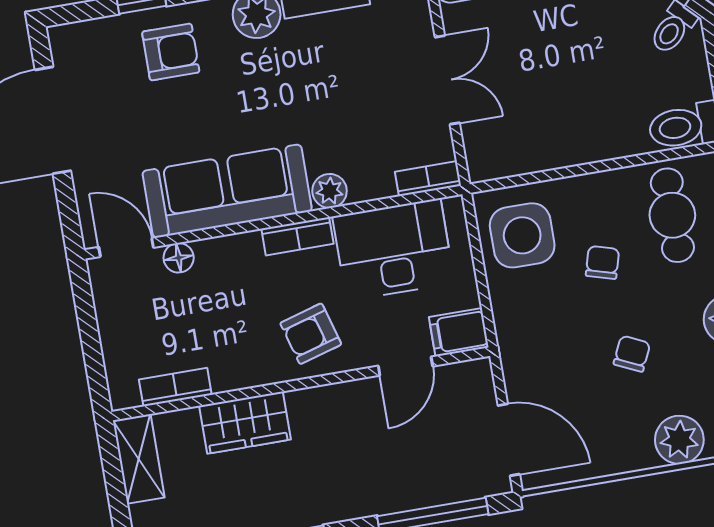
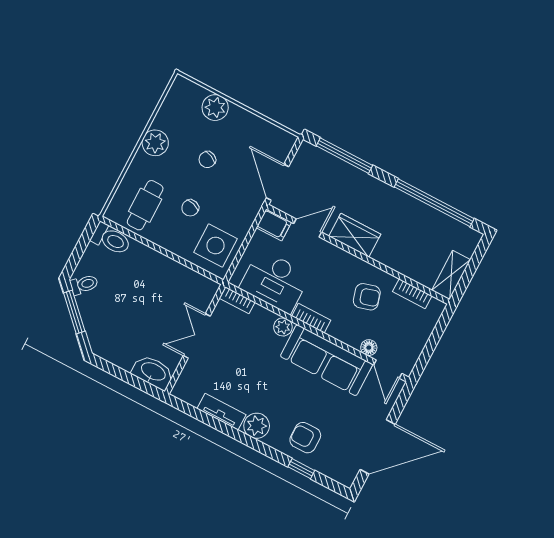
armchair: (311, 334) -> (367, 297), moved
wardrobe: (245, 423) -> (355, 235), moved
door: (509, 440) -> (277, 182), moved

